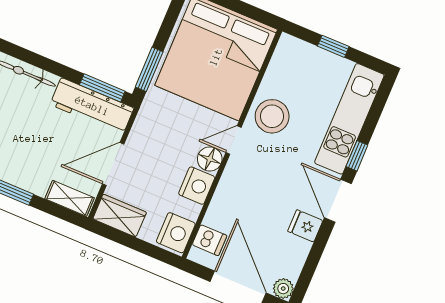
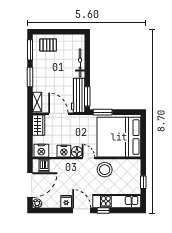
door: (338, 201) -> (82, 211), hinge flipped

